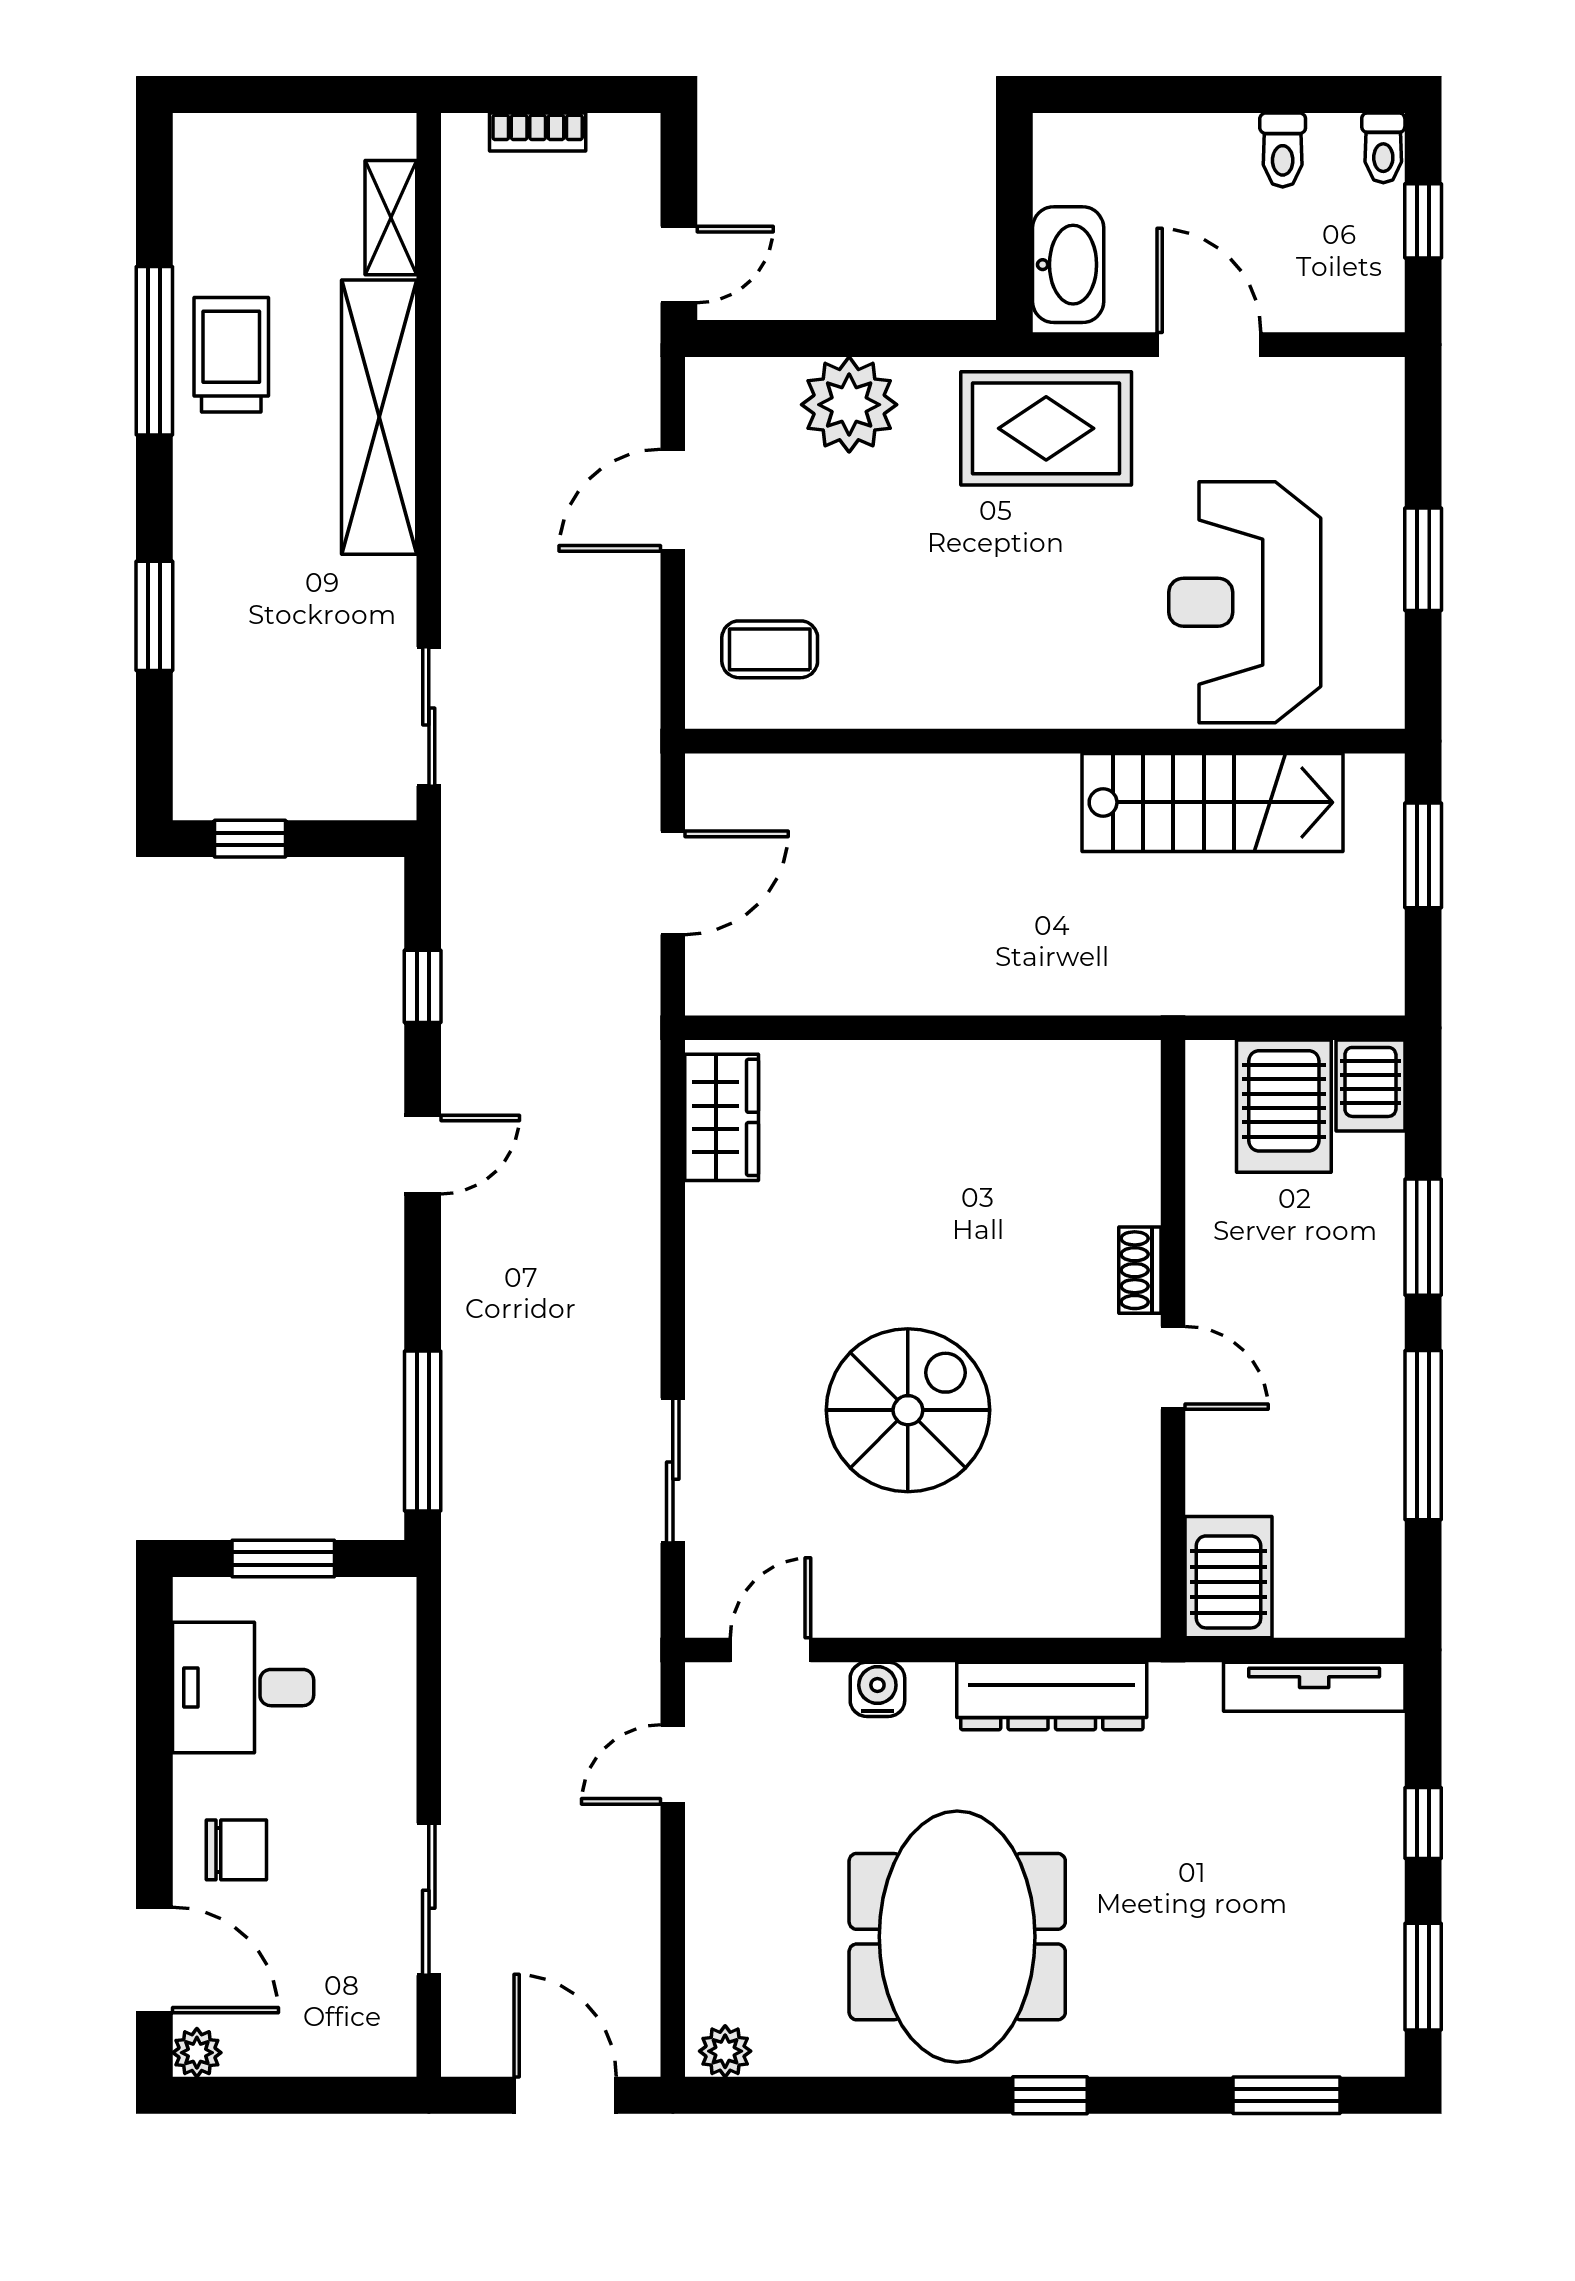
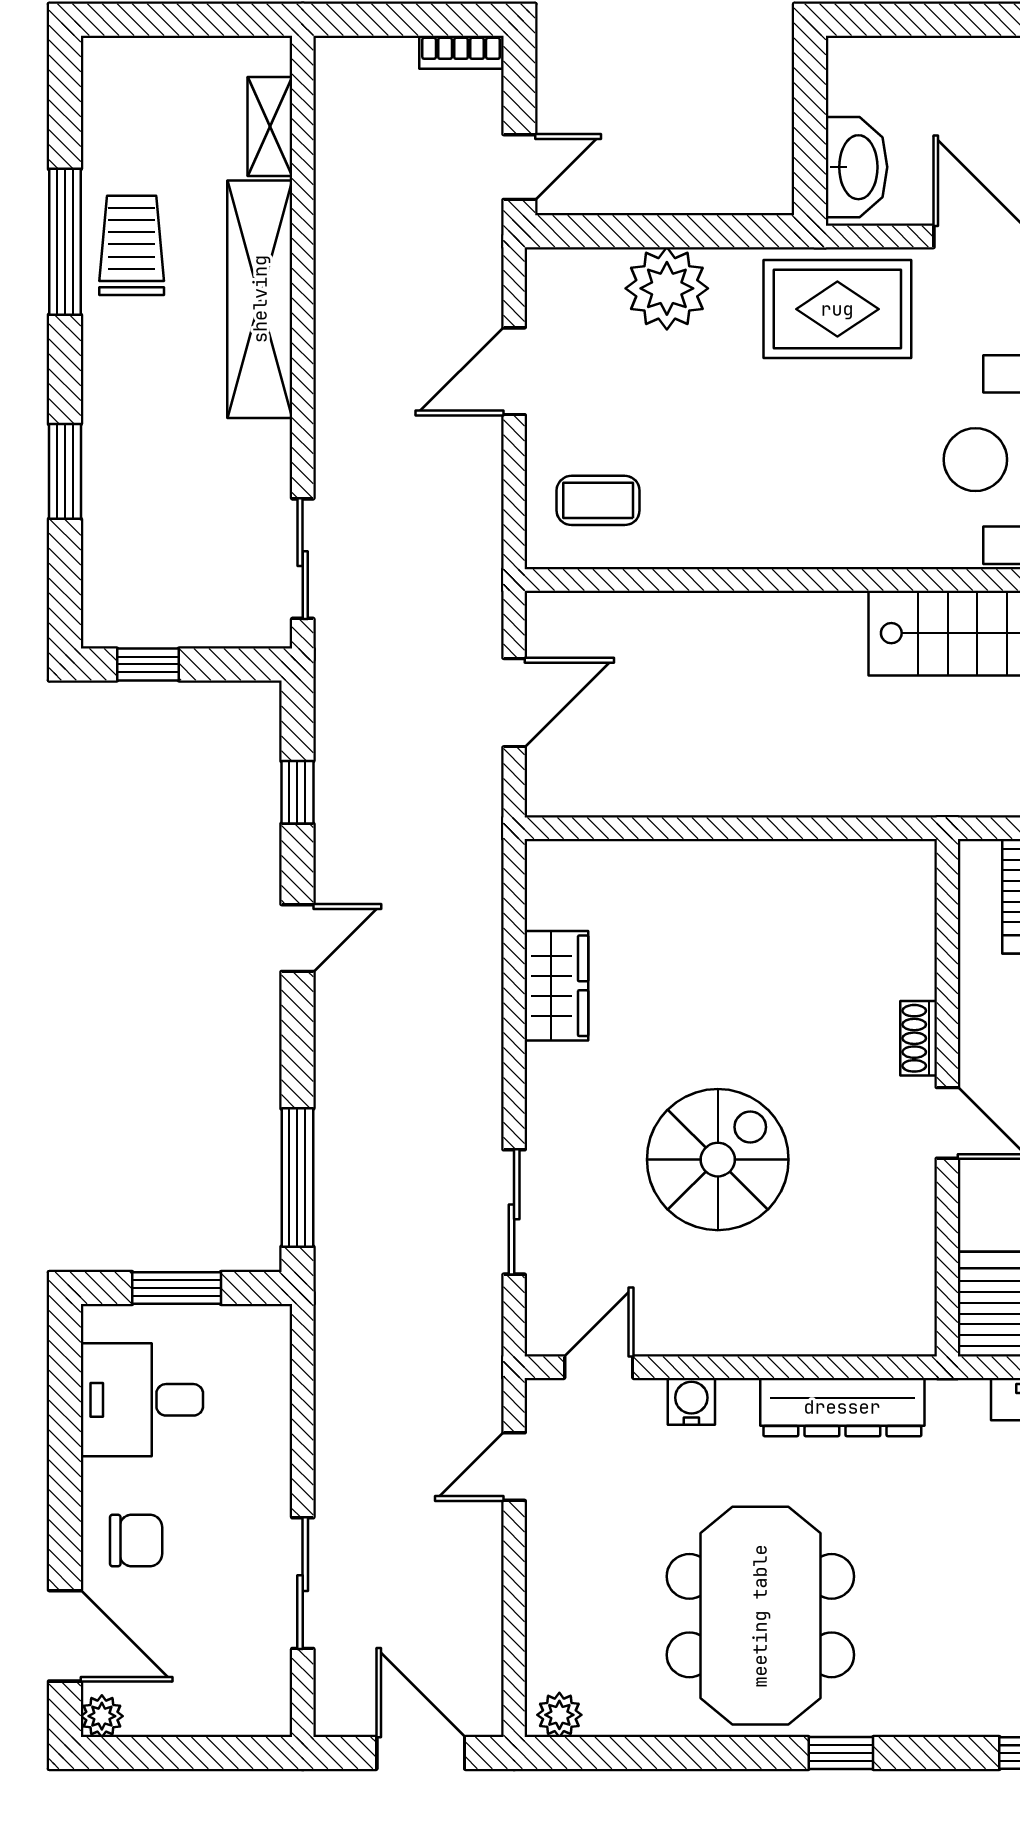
bookcase: (538, 132) -> (461, 52), moved
wardrobe: (722, 1117) -> (556, 986), moved

